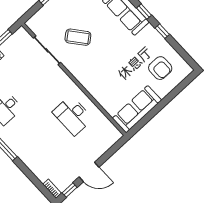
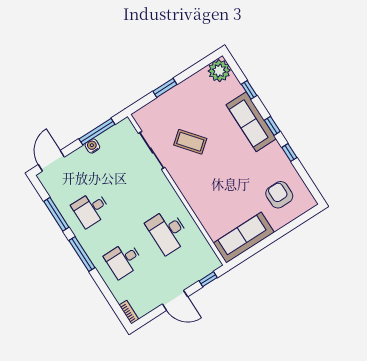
armchair: (160, 68) -> (279, 195), turned 180
desk: (40, 146) -> (124, 260), added
window: (70, 190) -> (208, 279), moved

